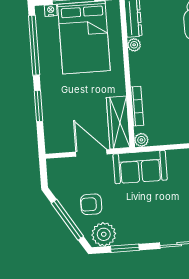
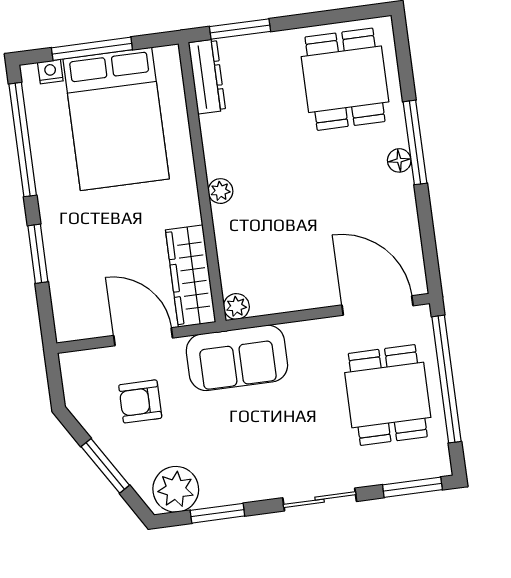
plant: (134, 45) -> (220, 191), moved
bookcase: (137, 106) -> (225, 243), removed
armchair: (91, 204) -> (140, 401), moved
window: (67, 220) -> (105, 466), width x0.69

